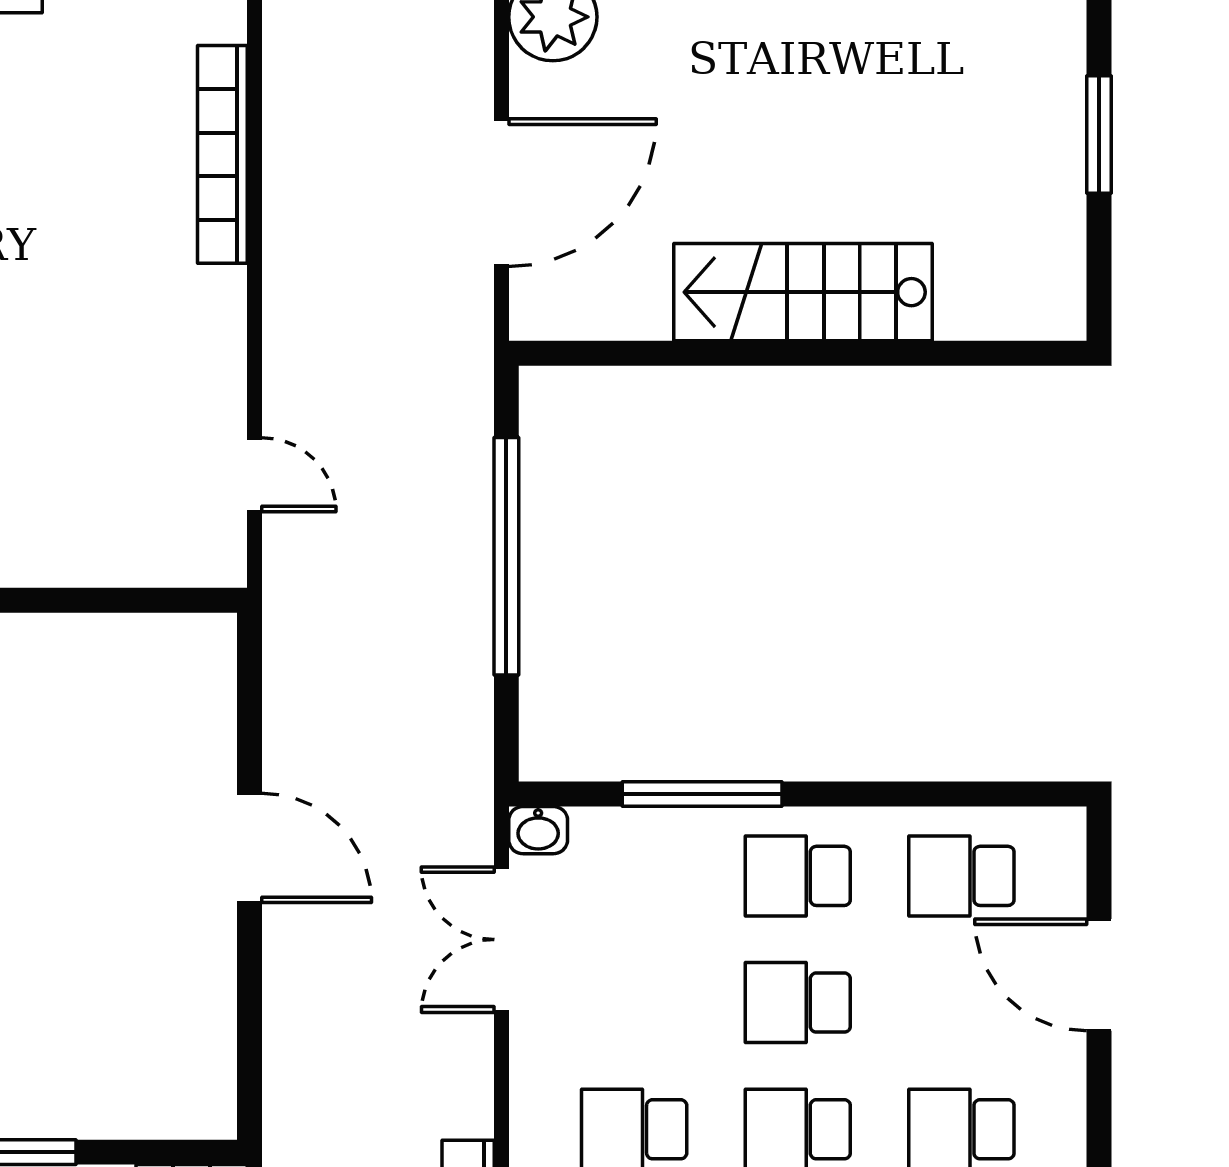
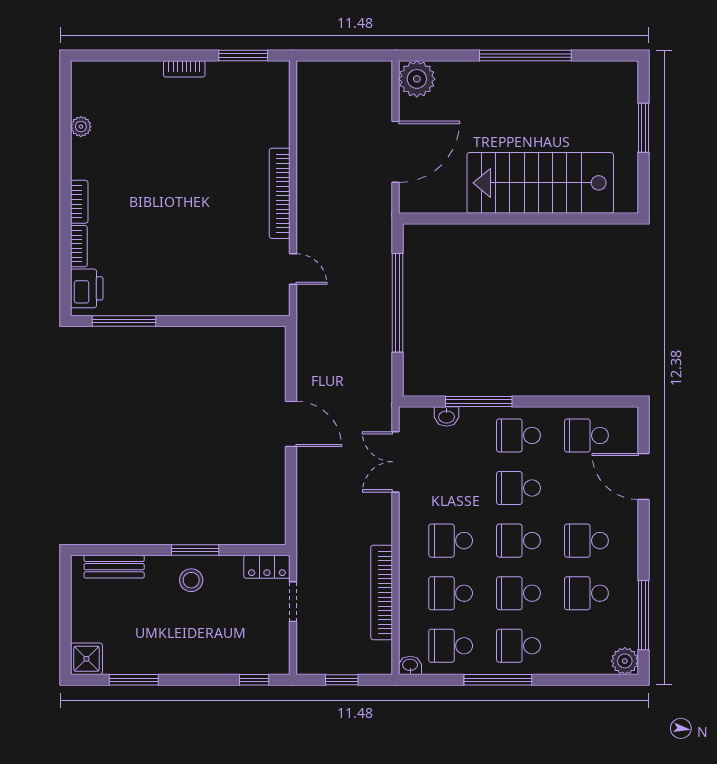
bookcase: (222, 154) -> (280, 193), moved
stairs: (803, 292) -> (540, 183), width x1.36, depth x1.51
washbasin: (538, 830) -> (447, 416), moved

